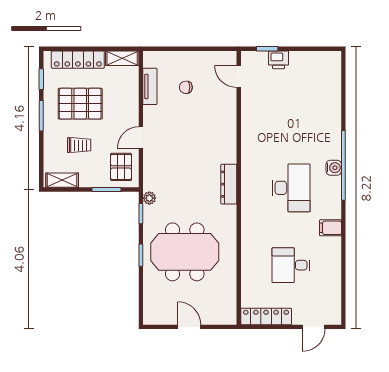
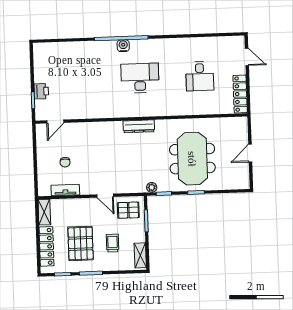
filing cabinet: (331, 228) -> (170, 46), removed

